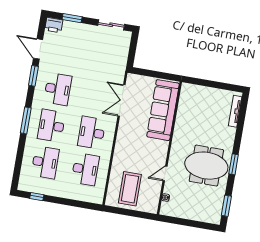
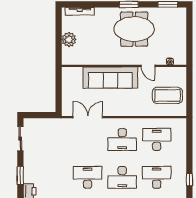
plant: (207, 95) -> (69, 39), added
double door: (122, 100) -> (88, 117), swing flipped
sofa: (163, 110) -> (110, 78), moved
meeting table: (206, 166) -> (134, 29), turned 90

